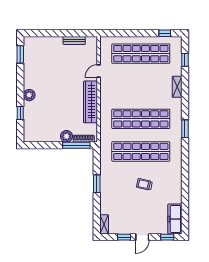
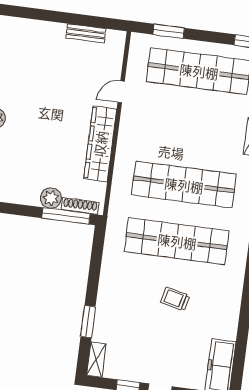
window: (121, 33) -> (169, 31), added
window: (97, 184) -> (88, 322), moved

